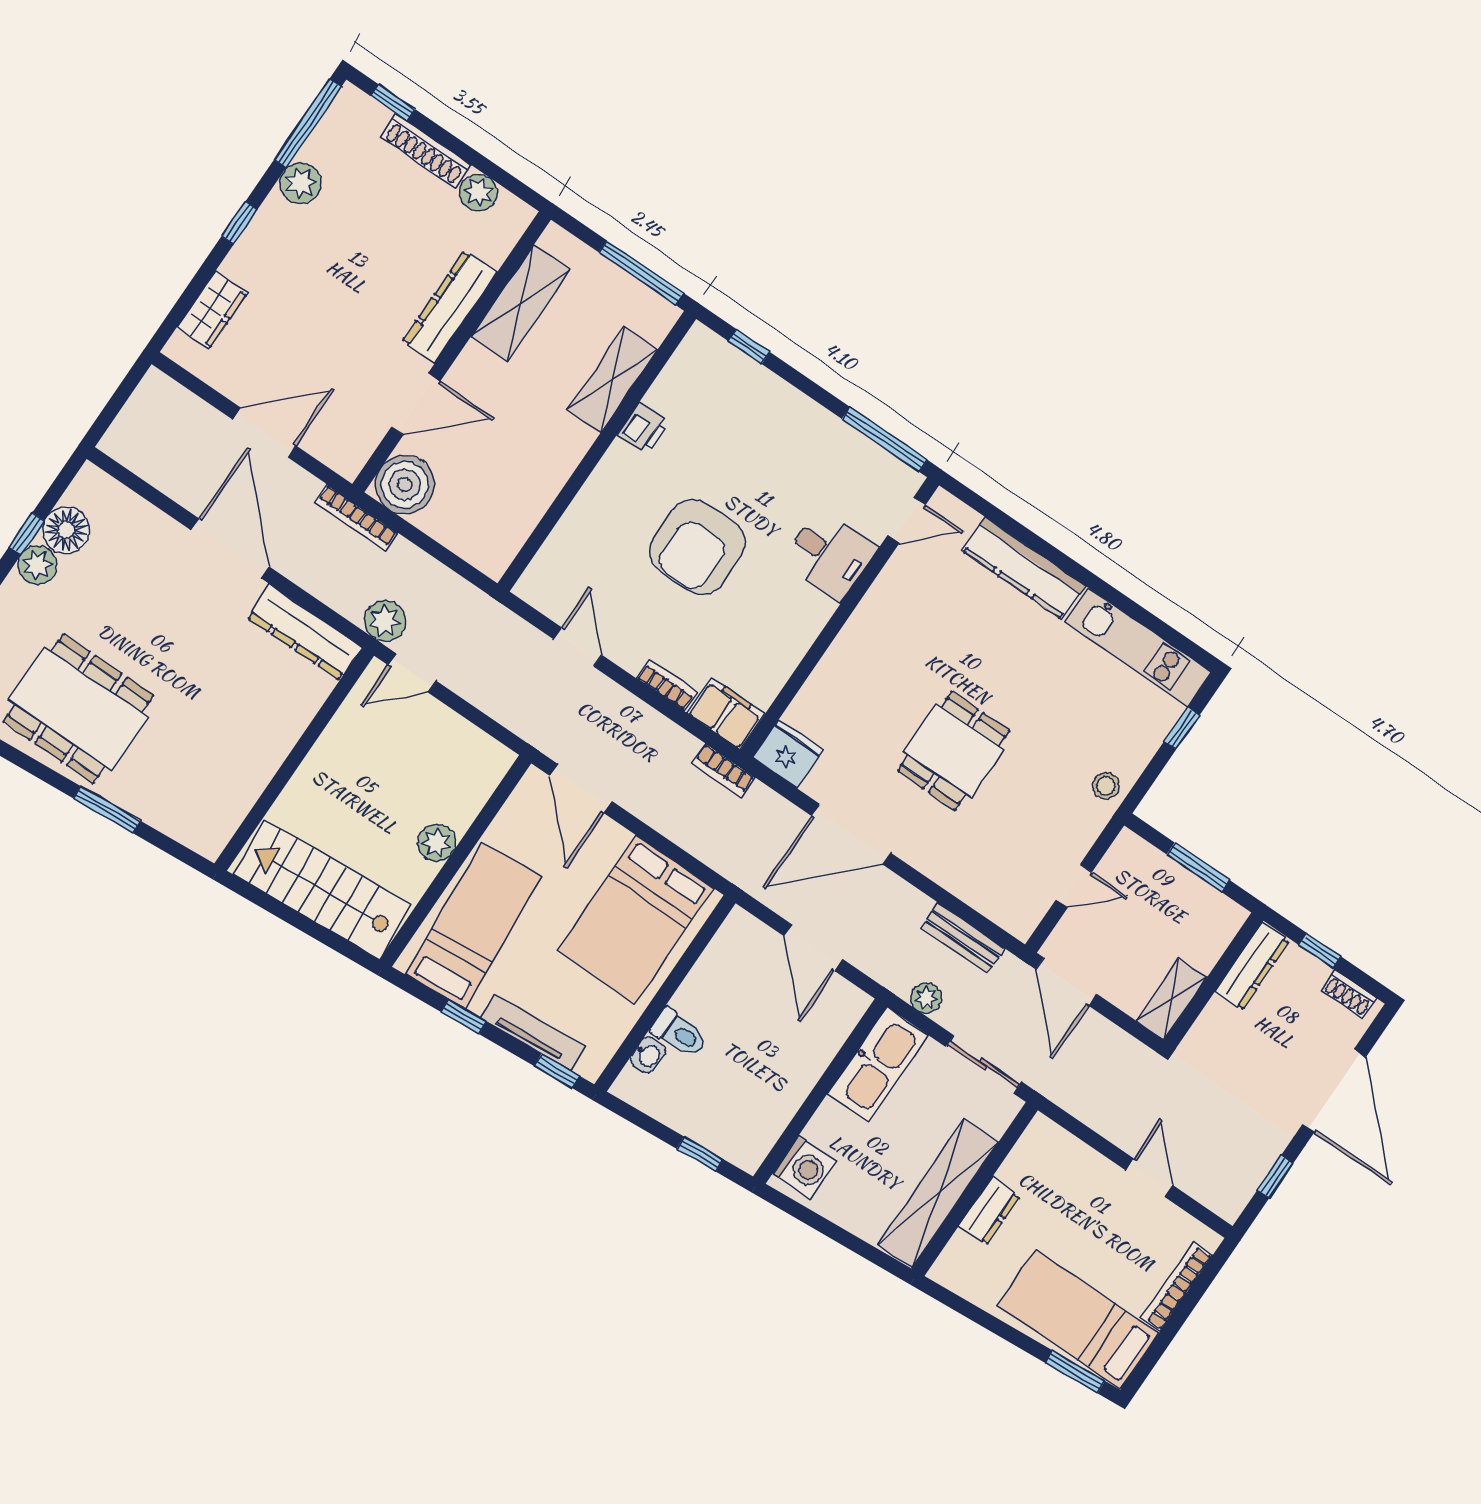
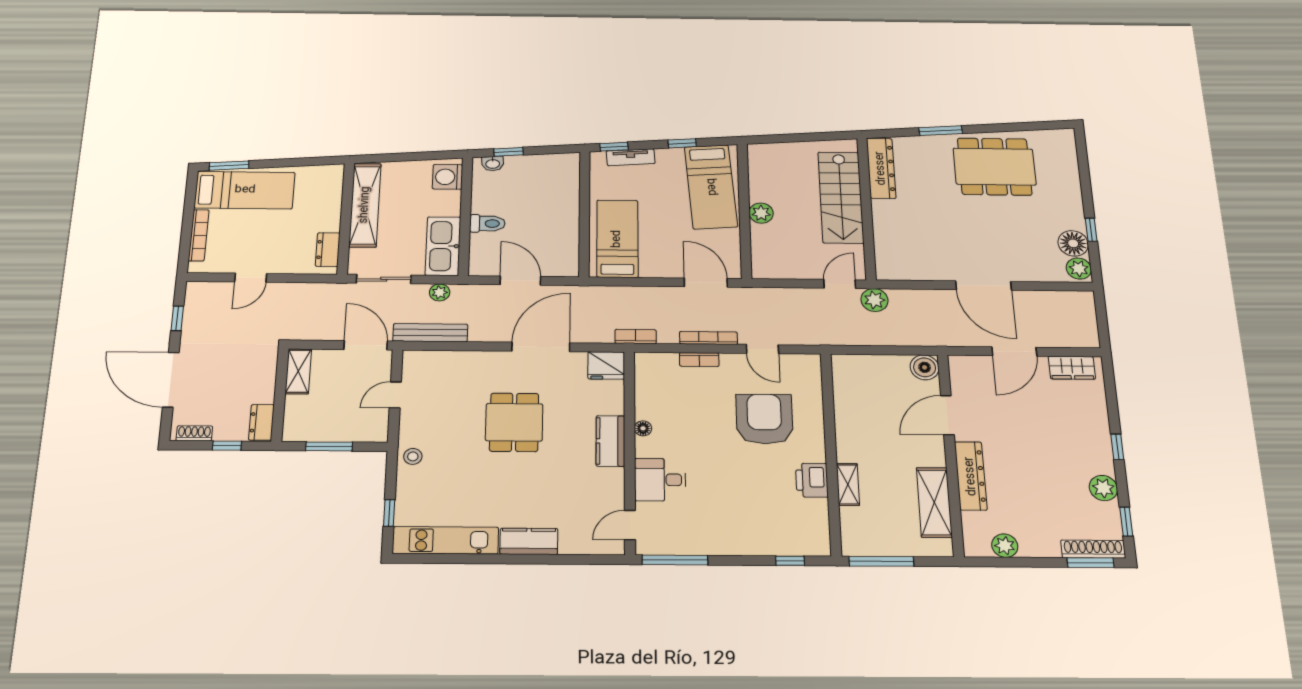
window: (393, 103) -> (1091, 563), width x1.50
window: (308, 123) -> (1126, 522), width x0.46
shoe rack: (426, 151) -> (1093, 549), moved
wardrobe: (212, 310) -> (1072, 368), moved, turned -90
shelving: (613, 380) -> (848, 484), width x0.67, depth x0.75
printer: (643, 429) -> (812, 480), width x1.36, depth x1.24
boiler: (405, 485) -> (925, 367), width x0.73, depth x0.73
bookcase: (356, 517) -> (708, 338), moved
armchair: (697, 547) -> (764, 419), moved
plant: (37, 565) -> (1079, 269), moved
kitchen counter: (1024, 568) -> (529, 541), width x0.67
dresser: (304, 632) -> (881, 168), moved, turned 90
floor lamp: (802, 637) -> (643, 428), added
kitchen counter: (854, 647) -> (610, 441), added
filing cabinet: (726, 713) -> (656, 365), removed
stairs: (322, 889) -> (841, 197), moved, turned 94
bed: (635, 919) -> (617, 239), width x0.67
bench: (963, 938) -> (430, 333), width x1.36
dresser: (1252, 966) -> (261, 422), width x0.70
tv unit: (533, 1032) -> (631, 157), width x0.71
toilet: (679, 1033) -> (487, 224), moved, turned 180
washbasin: (648, 1055) -> (493, 164), moved, turned -94
door: (1149, 1178) -> (251, 278), hinge flipped
dresser: (989, 1211) -> (328, 250), moved

